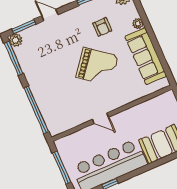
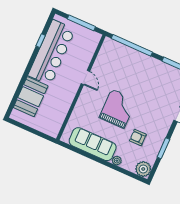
grand piano: (97, 67) -> (118, 109), turned 142
door: (100, 118) -> (85, 78), swing flipped

